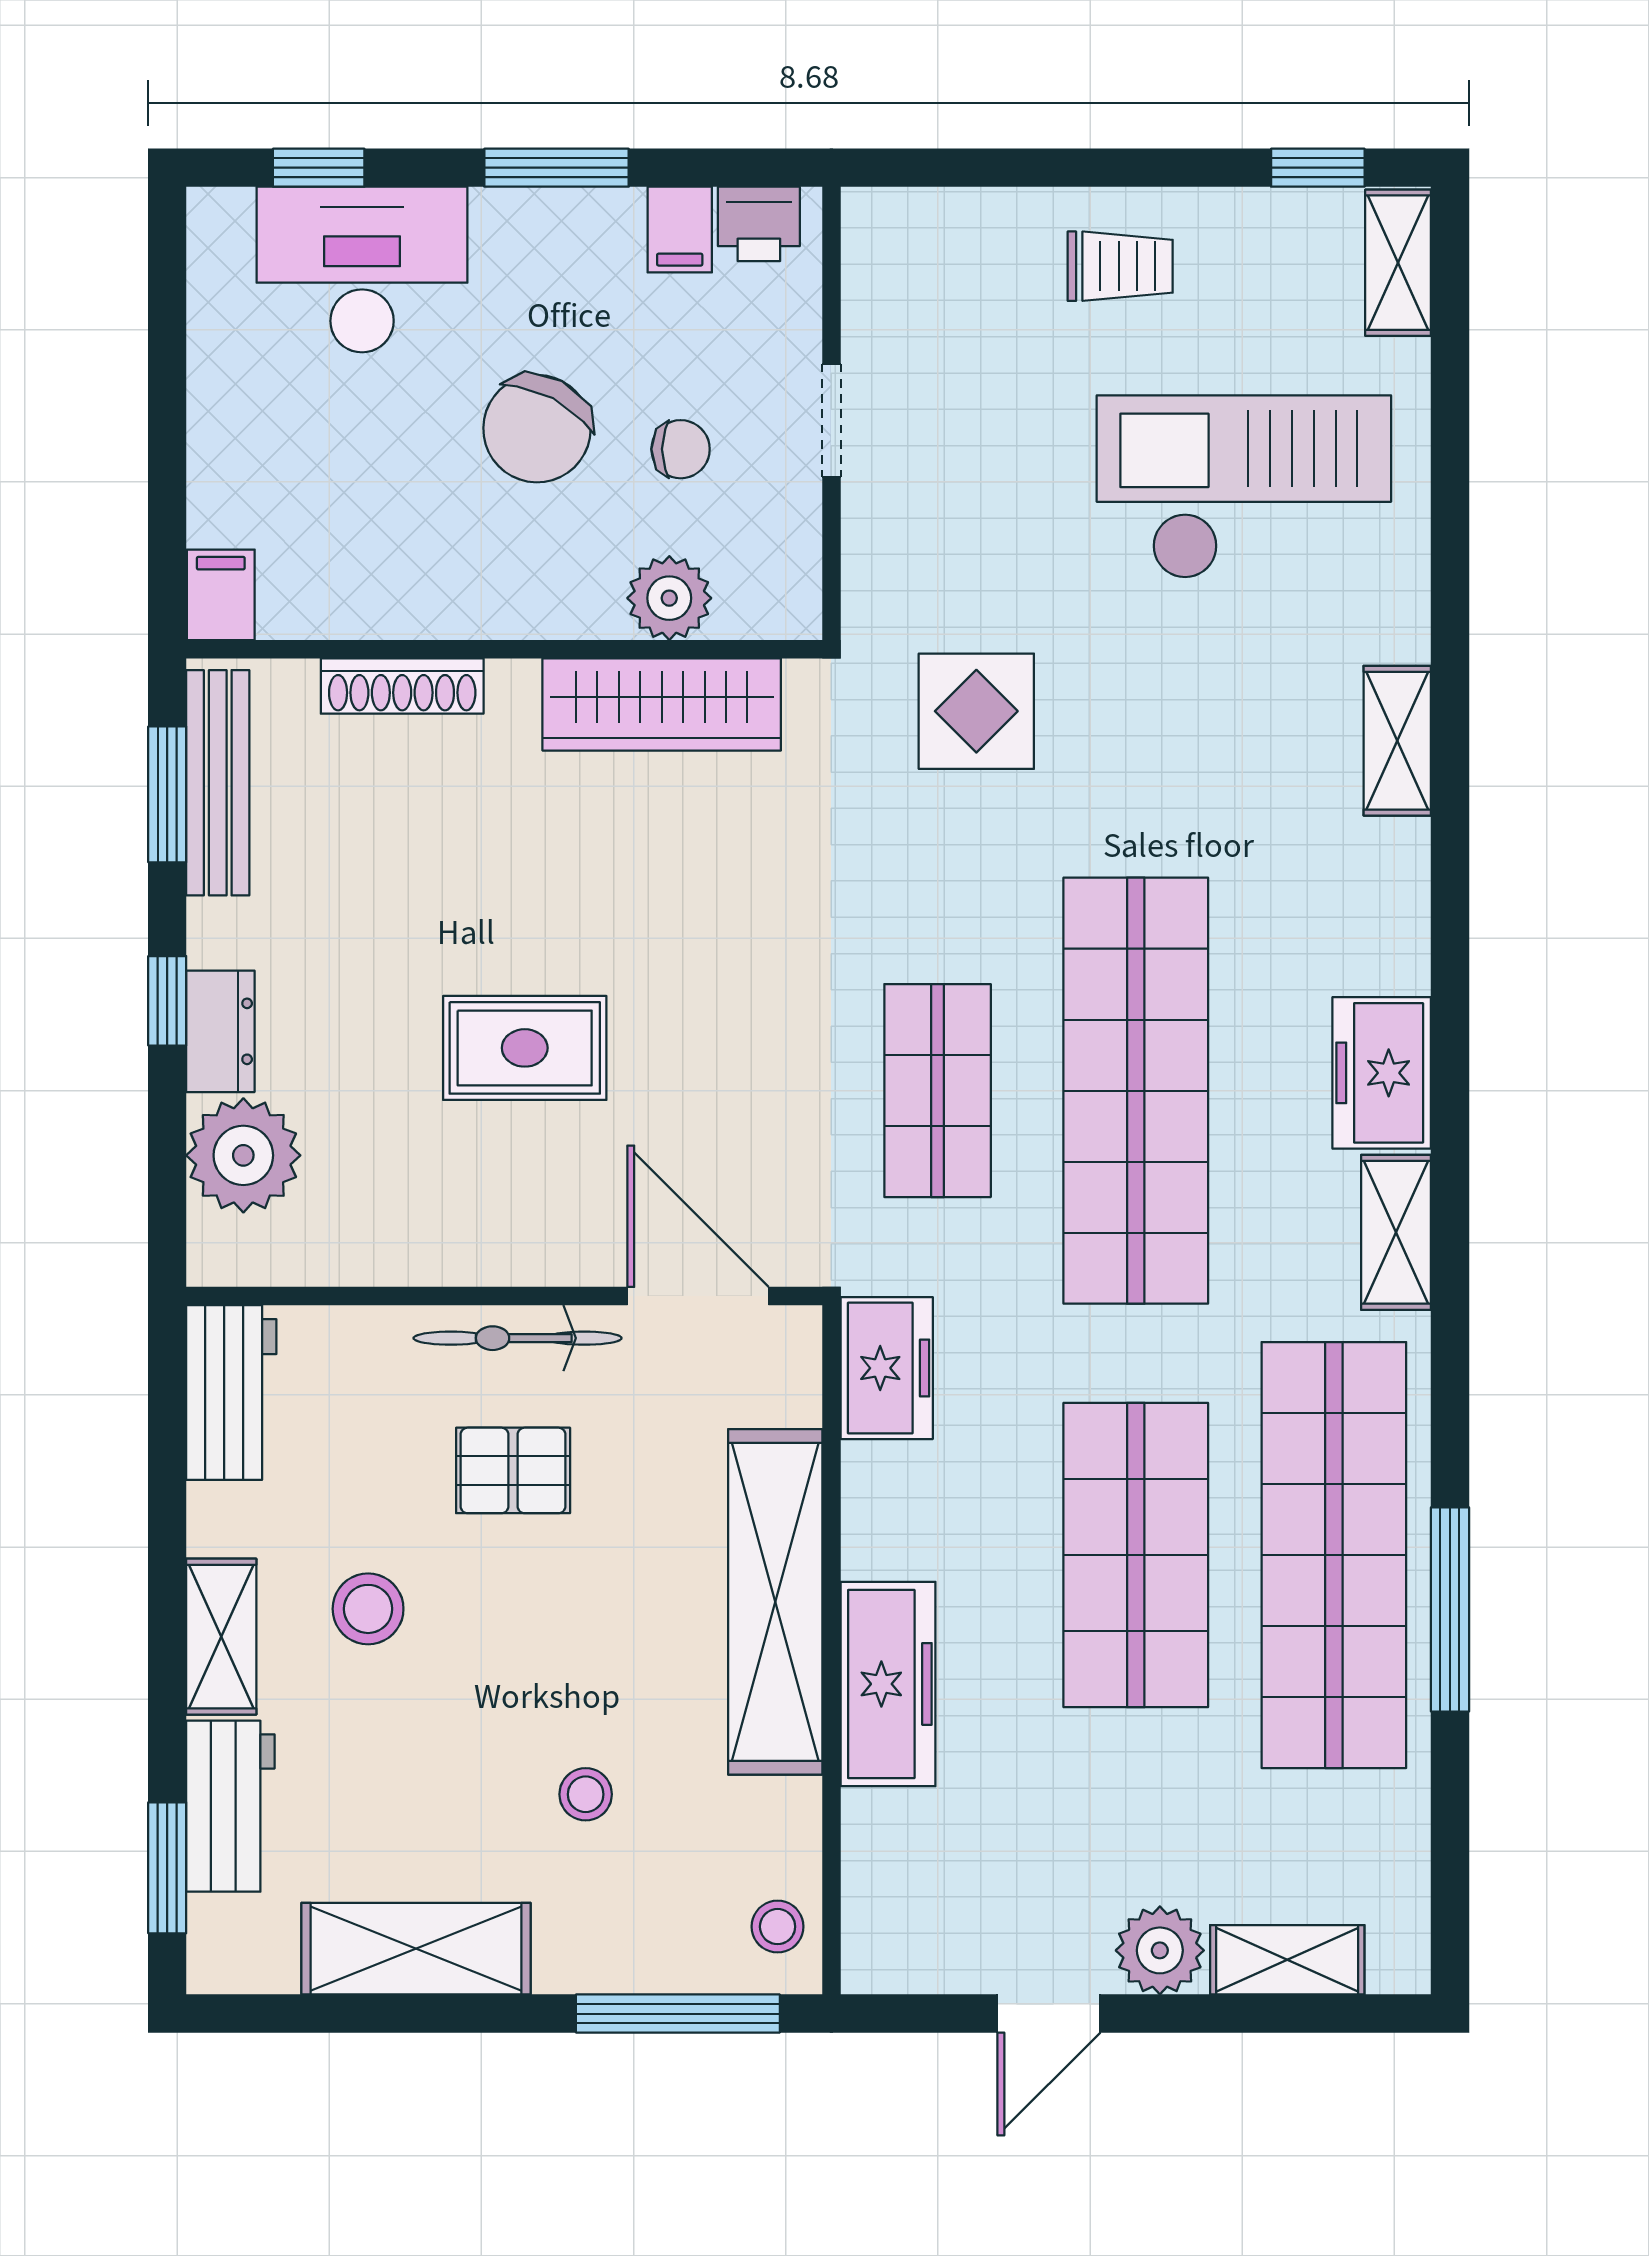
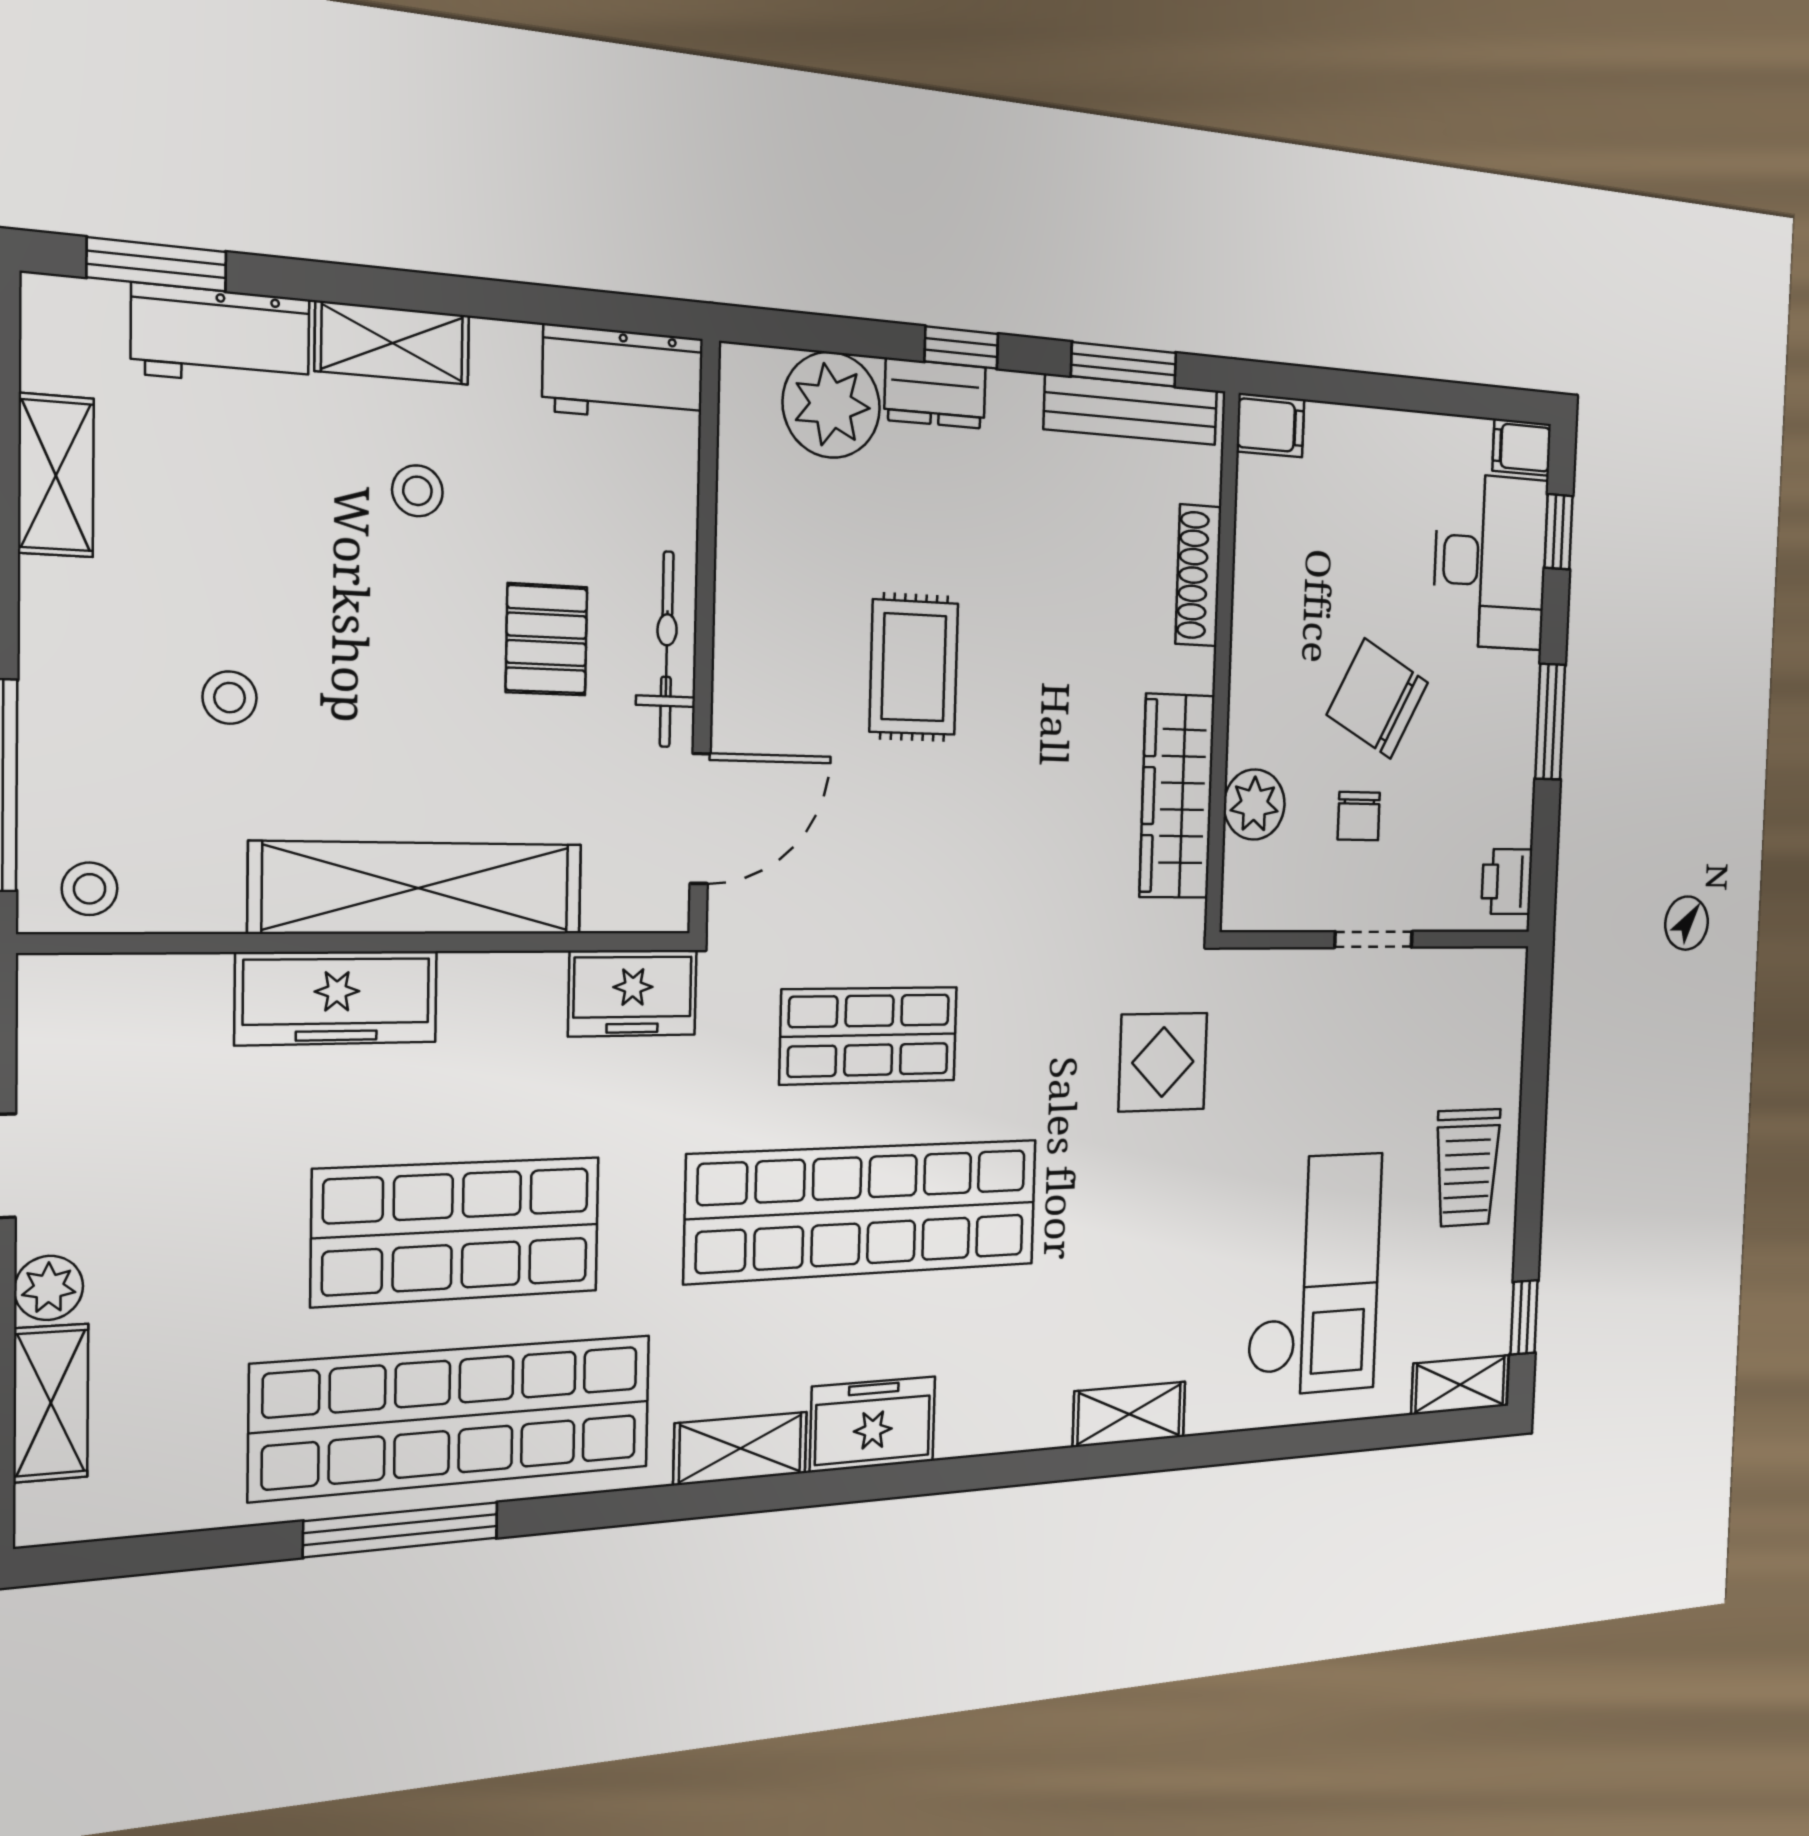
filing cabinet: (680, 230) -> (1522, 447), moved
trolley: (1120, 266) -> (1467, 1168), width x1.36, depth x1.39
stool: (368, 1609) -> (417, 491), width x0.73, depth x0.73
shelving: (416, 1949) -> (56, 475), width x0.67, depth x0.75
plant: (1160, 1950) -> (49, 1288), width x0.73, depth x0.73

